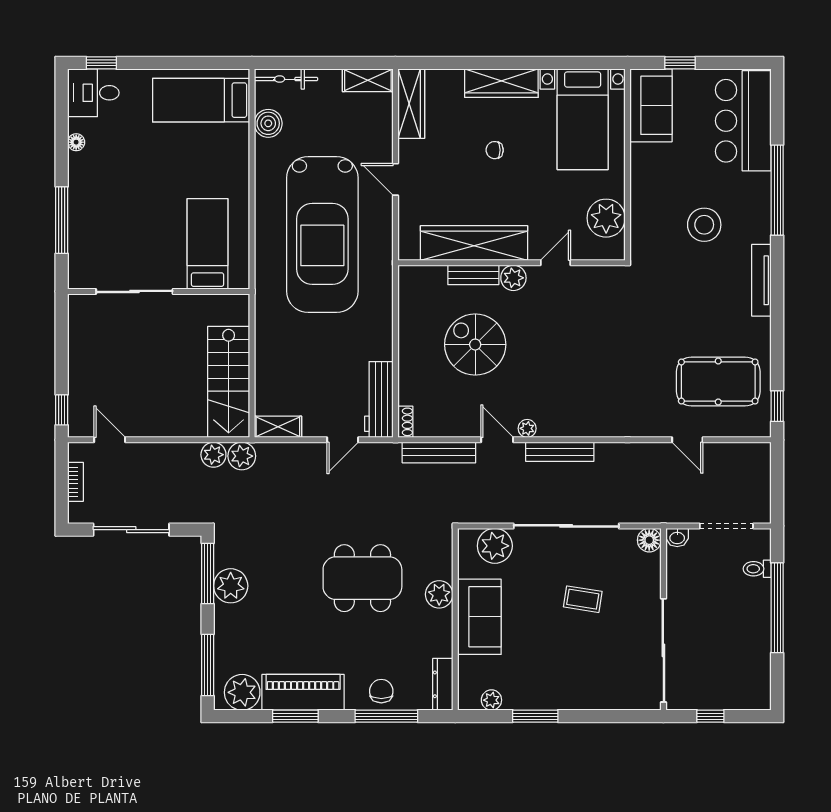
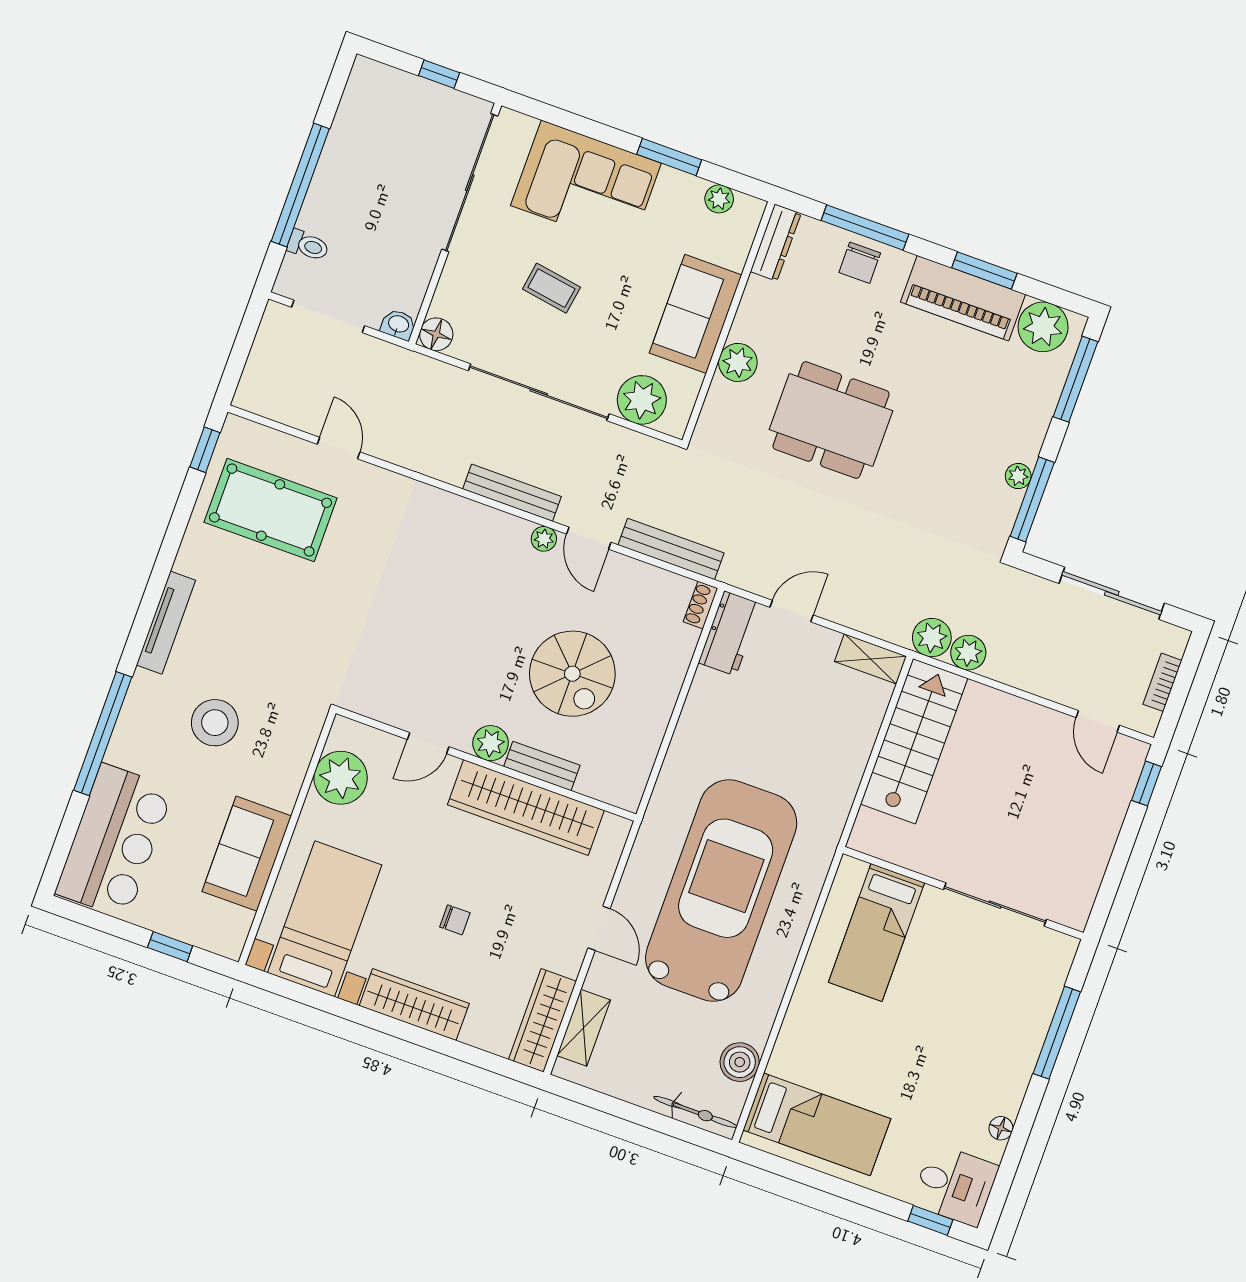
shelving: (368, 80) -> (584, 1028), moved, turned 90
sofa: (651, 105) -> (247, 854), moved
workbench: (379, 399) -> (730, 633), width x0.73
plant: (231, 586) -> (1018, 476), width x0.53, depth x0.53
corner sofa: (585, 678) -> (586, 184), added

